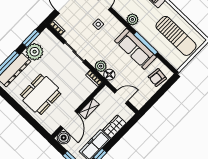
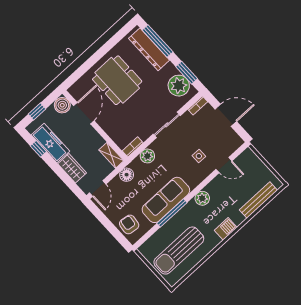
plant: (35, 52) -> (179, 86), moved
floor lamp: (109, 75) -> (127, 175), moved
door: (121, 97) -> (98, 188), moved
shelving: (89, 109) -> (111, 155), moved
door: (69, 120) -> (84, 113), swing flipped

